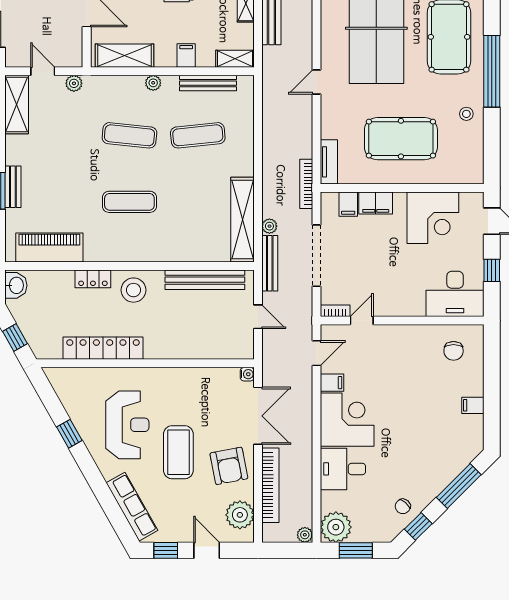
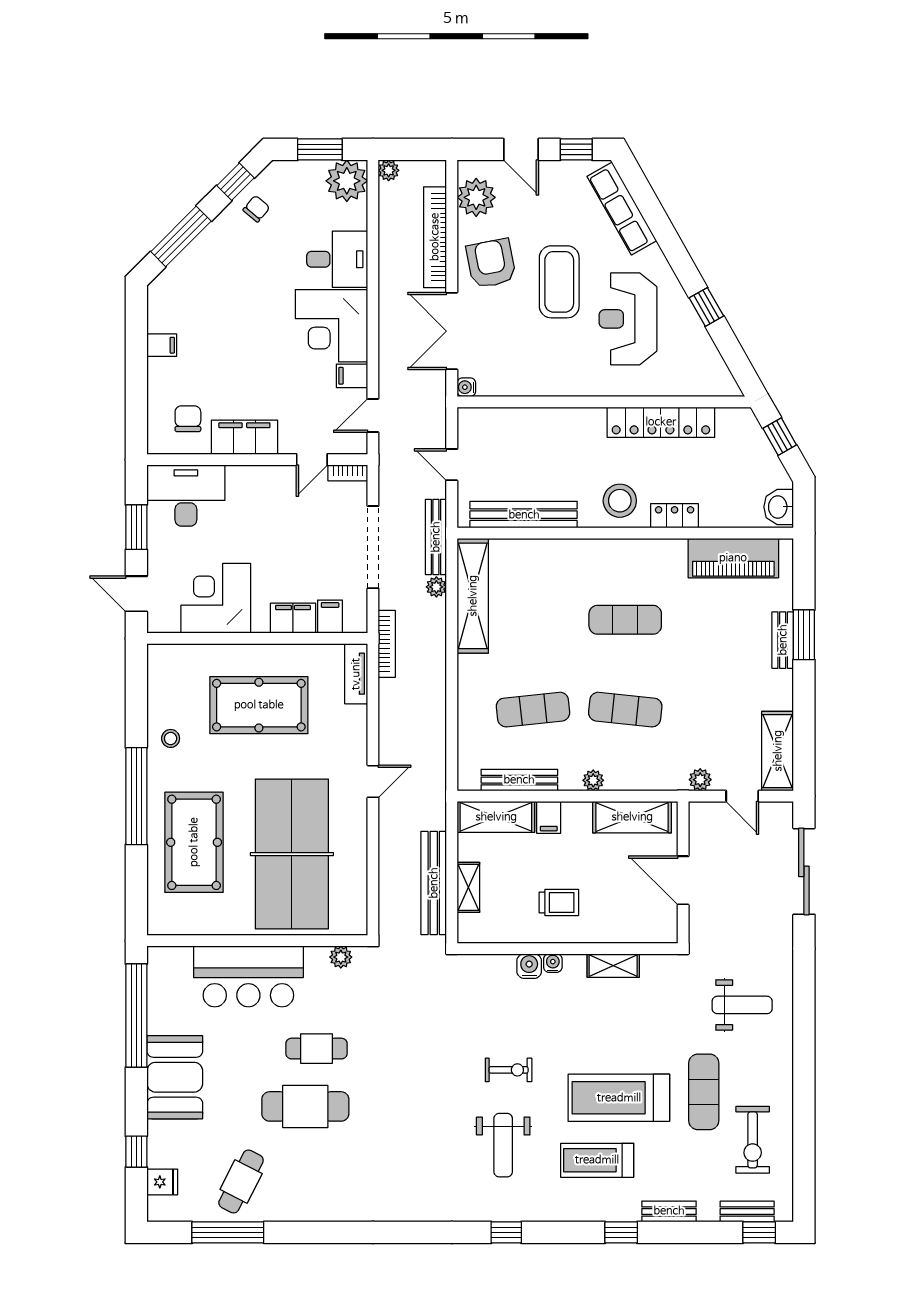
shelving: (235, 59) -> (496, 817), width x1.50, depth x1.33
window: (492, 270) -> (136, 527), width x1.50
filing cabinet: (412, 337) -> (244, 437), added

